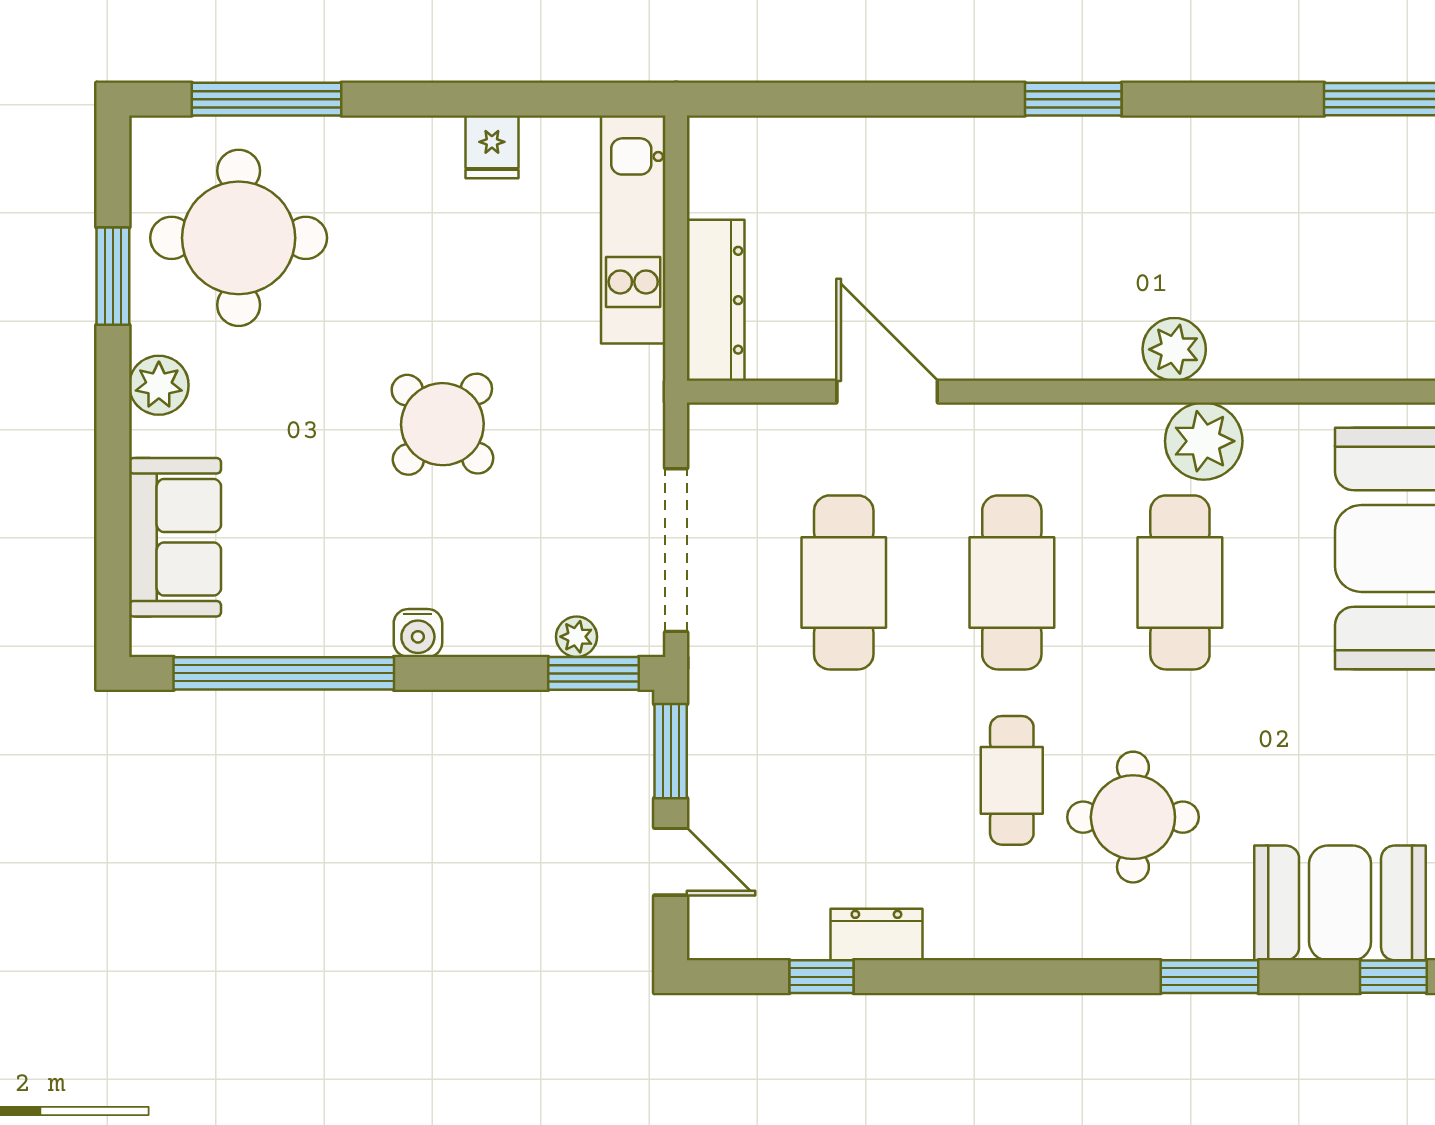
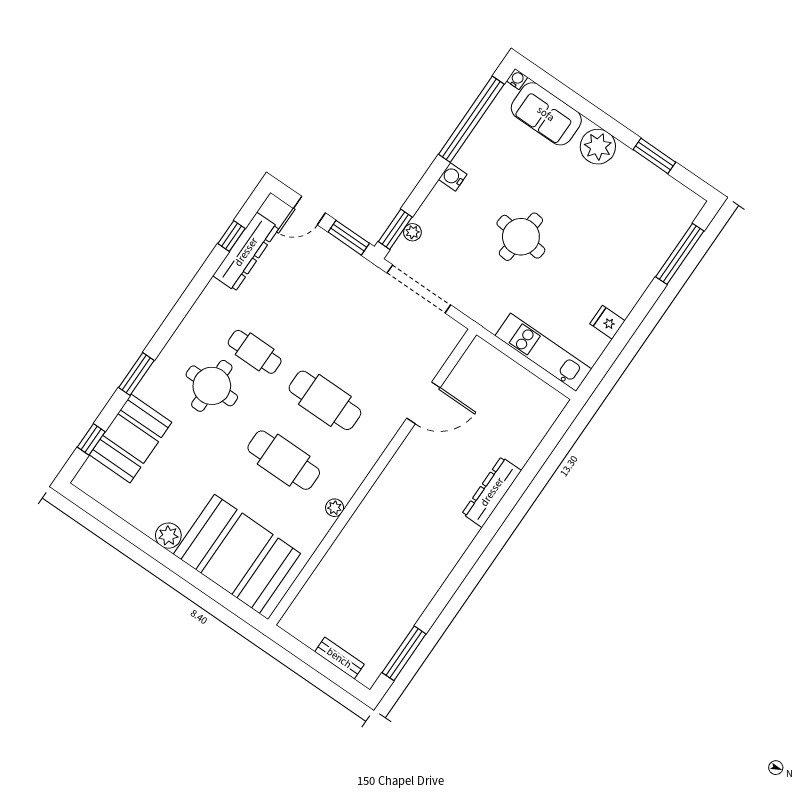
window: (1073, 99) -> (482, 541), removed
round table: (239, 238) -> (637, 210), removed
dresser: (716, 300) -> (492, 492), moved, turned 90
plant: (1174, 349) -> (368, 515), removed
plant: (159, 385) -> (598, 147), width x1.36, depth x1.36
round table: (442, 424) -> (521, 237), turned -38
plant: (1204, 441) -> (335, 508), width x0.53, depth x0.53
cafe table: (844, 582) -> (366, 341), removed
water cooler: (147, 639) -> (517, 79), added
dresser: (876, 935) -> (246, 252), width x1.96, depth x1.24

